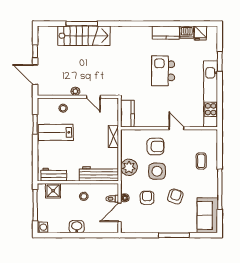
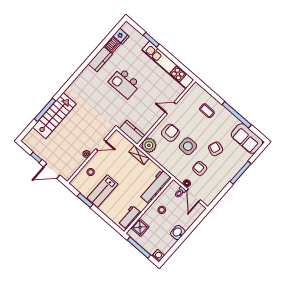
plant: (129, 167) -> (149, 145), moved

